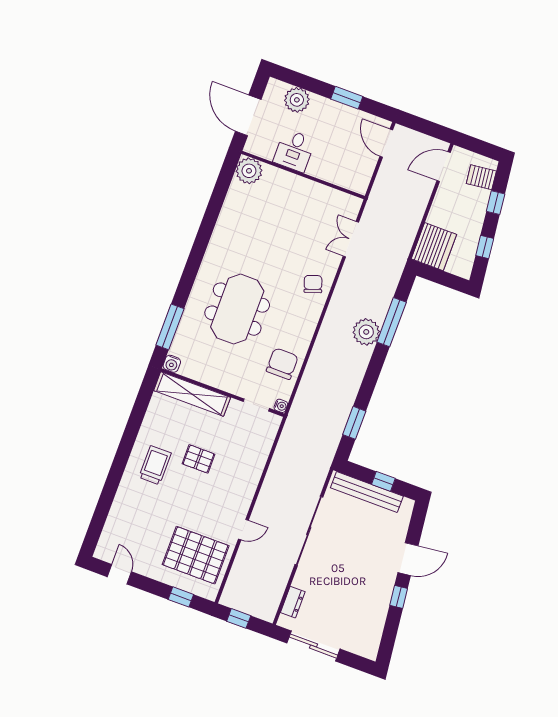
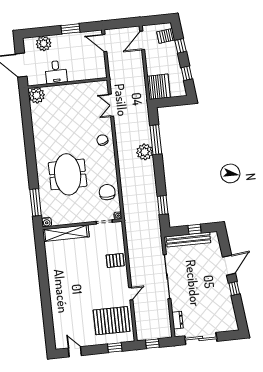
pallet: (199, 459) -> (115, 260), moved
trolley: (155, 465) -> (65, 282), removed

